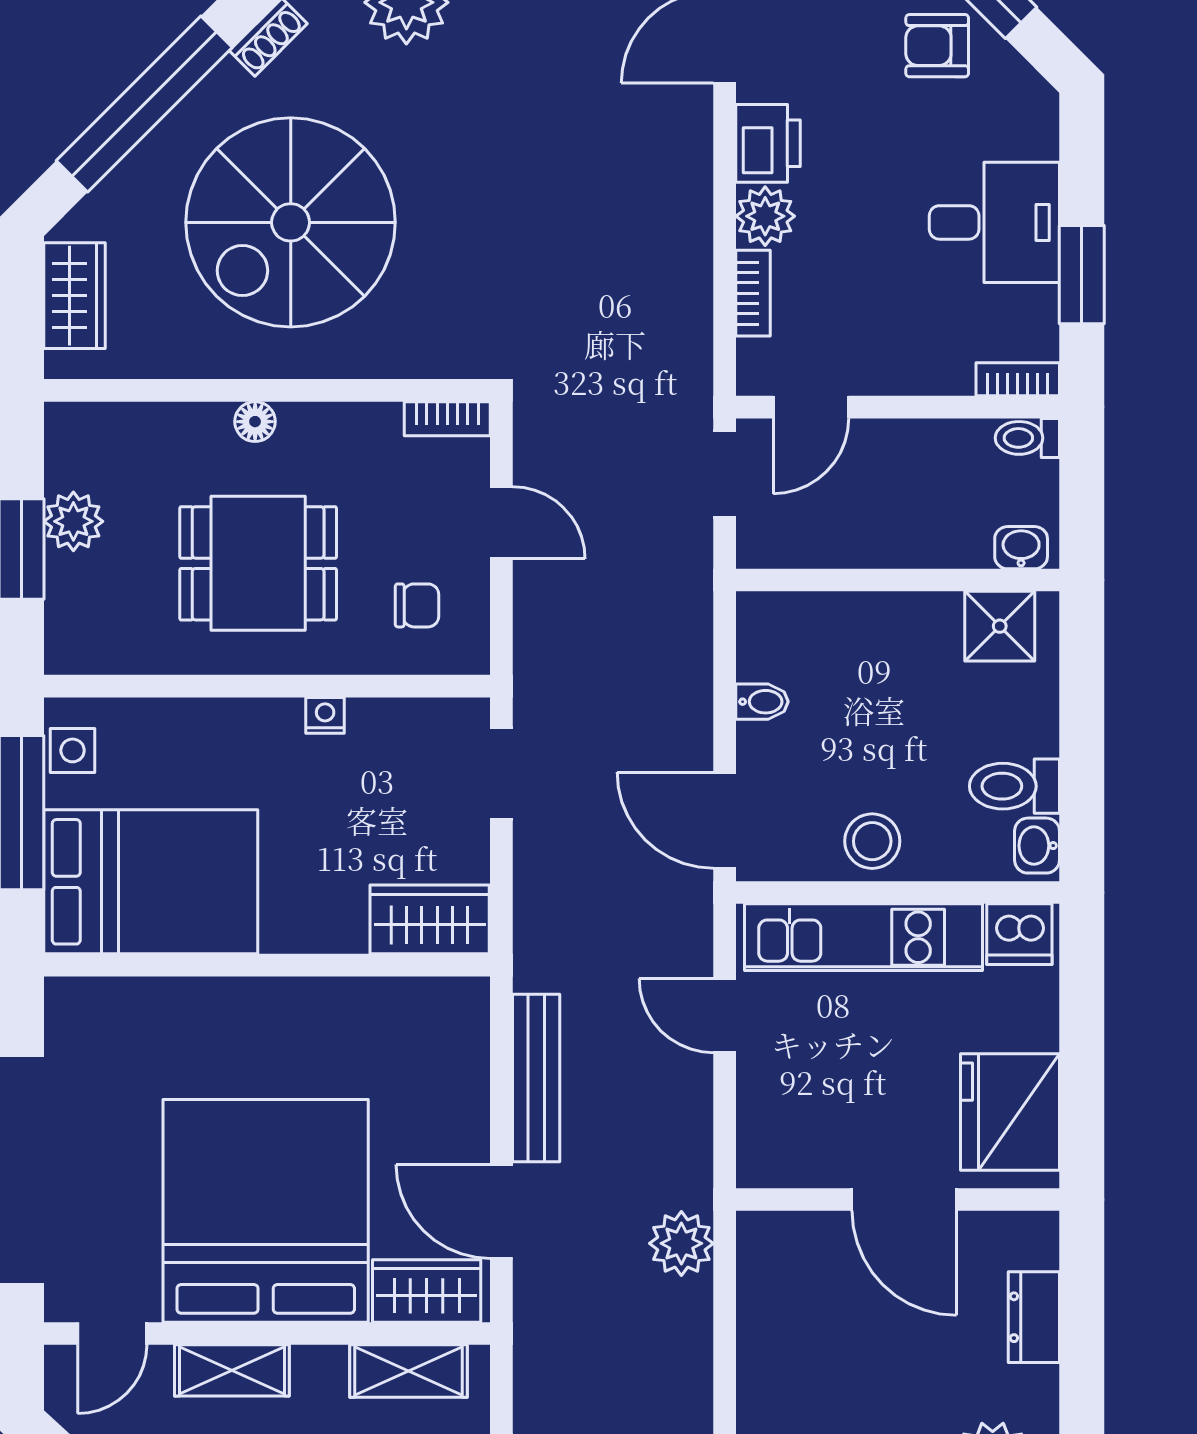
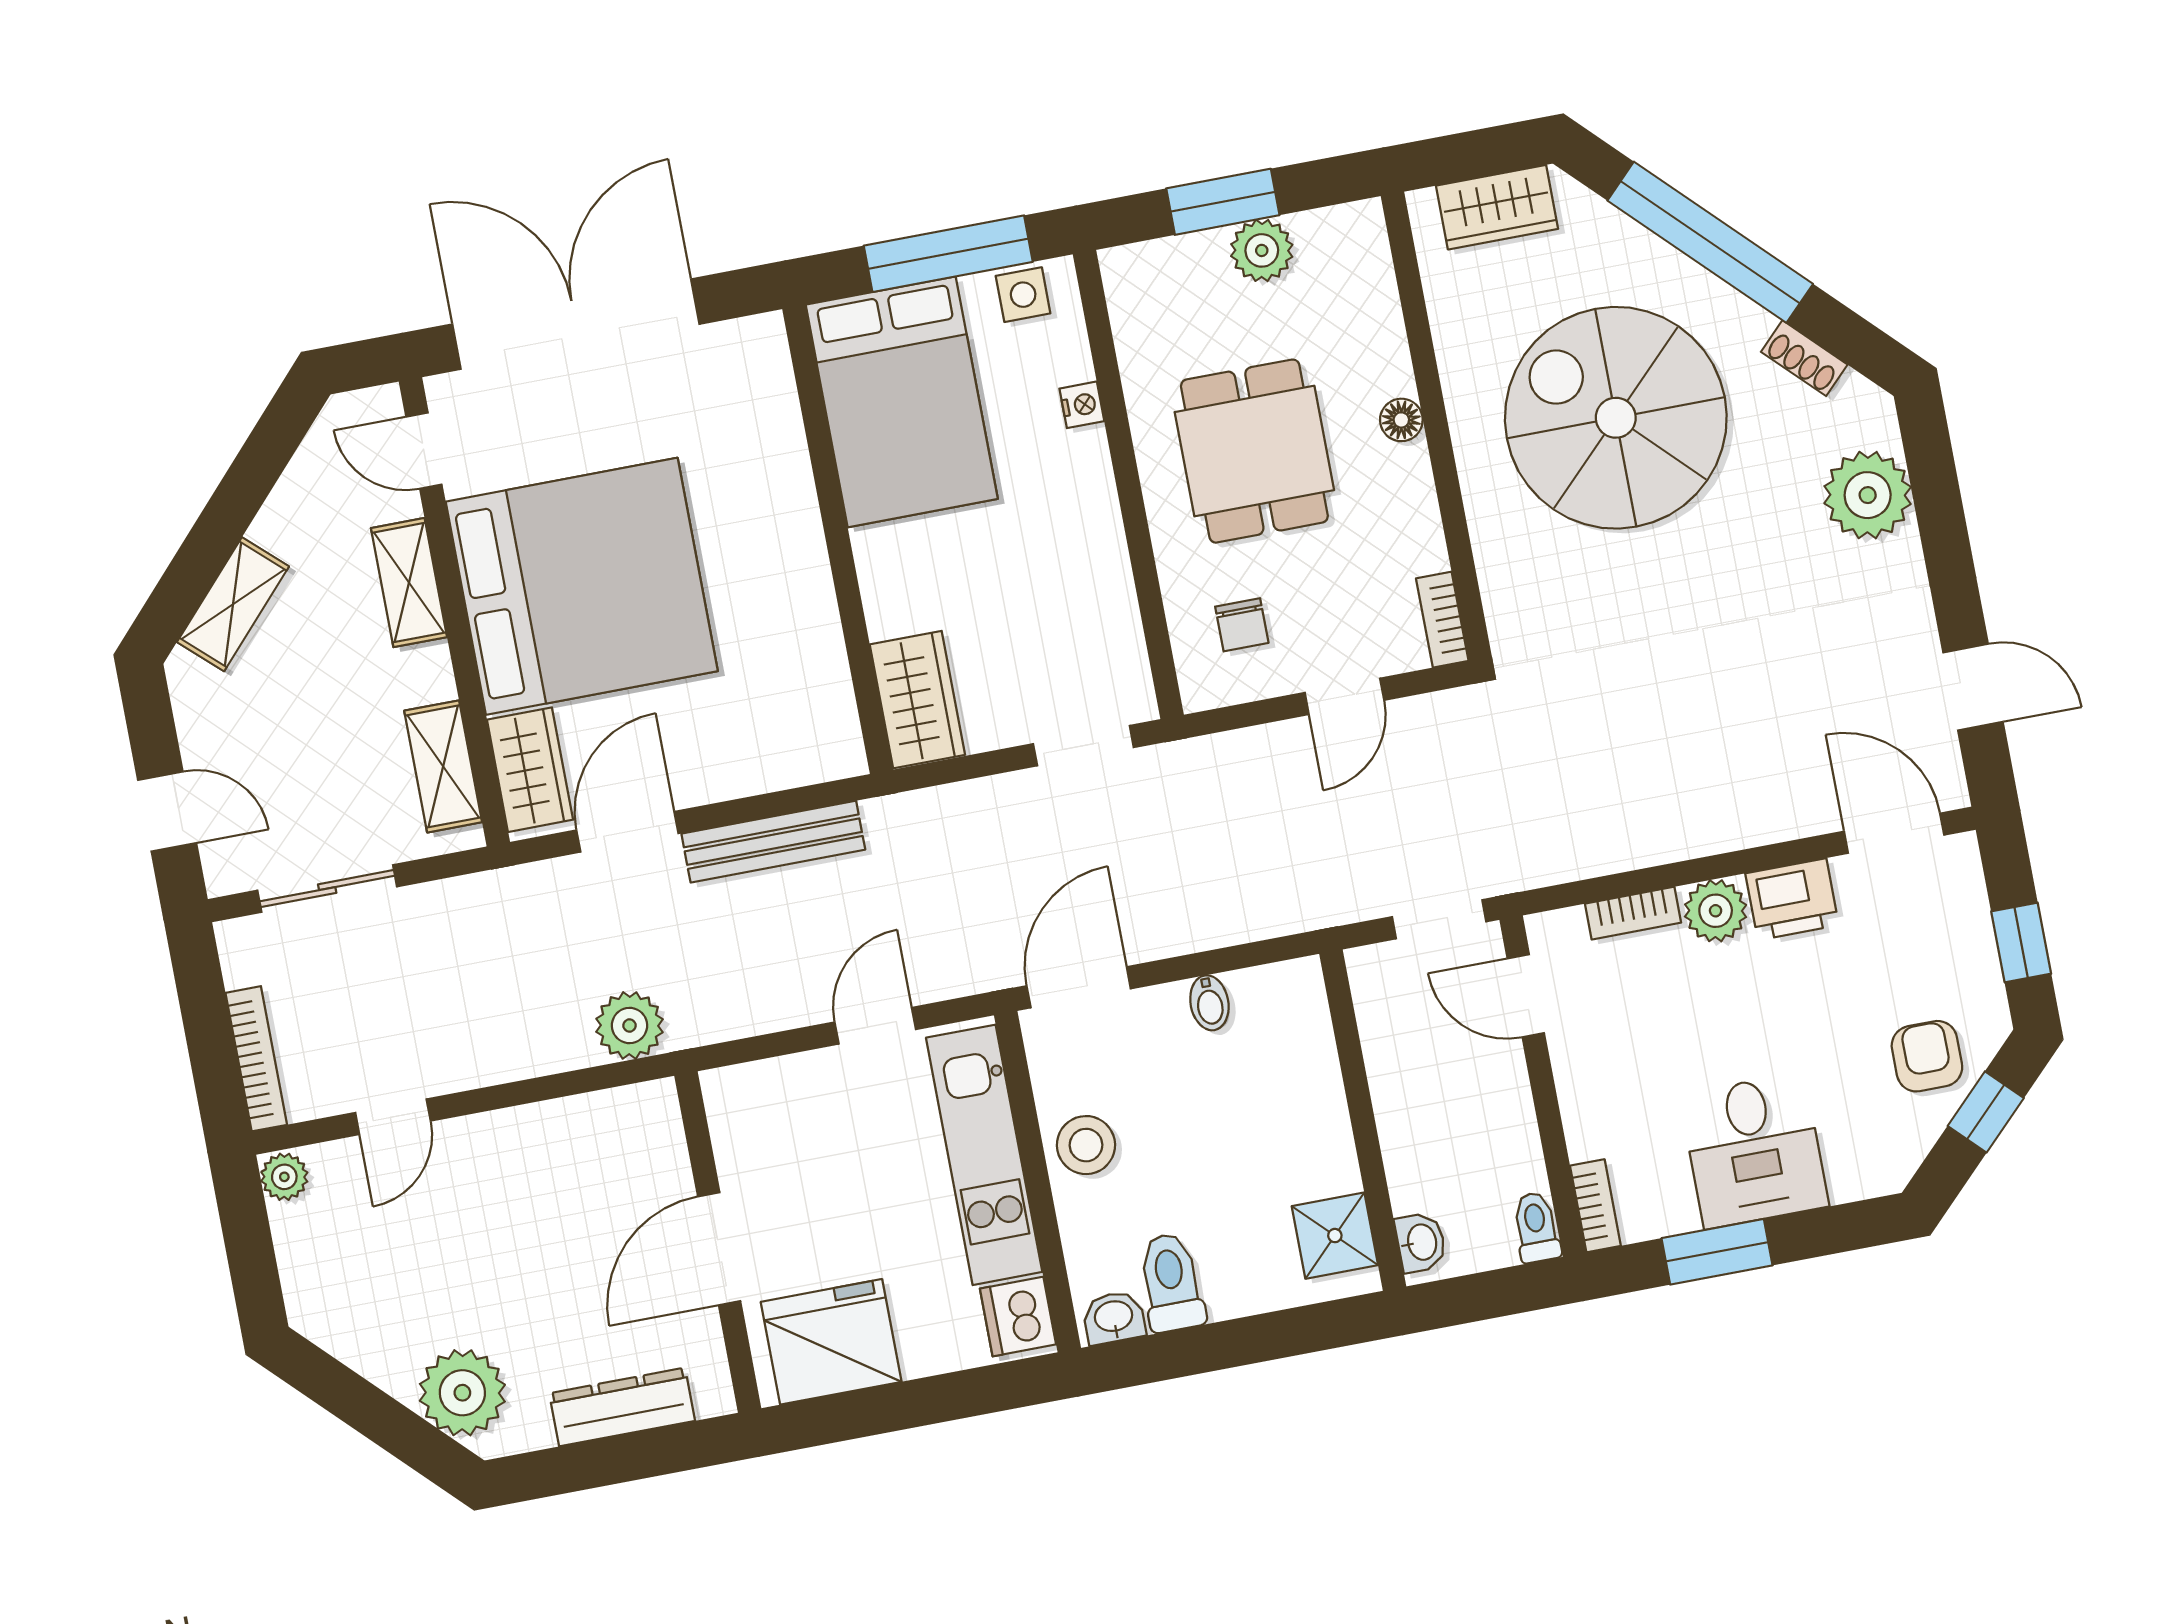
nightstand: (325, 715) -> (1082, 405), moved
dresser: (1034, 1317) -> (622, 1407), width x1.44

